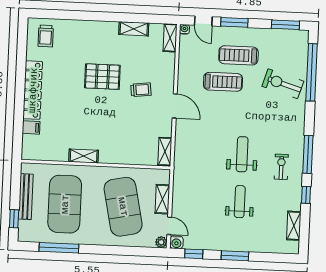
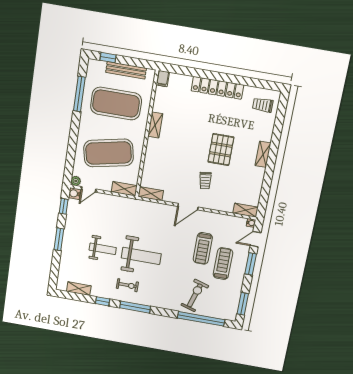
shelving: (134, 29) -> (263, 154), moved
filing cabinet: (31, 127) -> (163, 79), moved
weight bench: (242, 154) -> (141, 256), width x1.36, depth x1.33
shelving: (162, 199) -> (124, 189), moved

